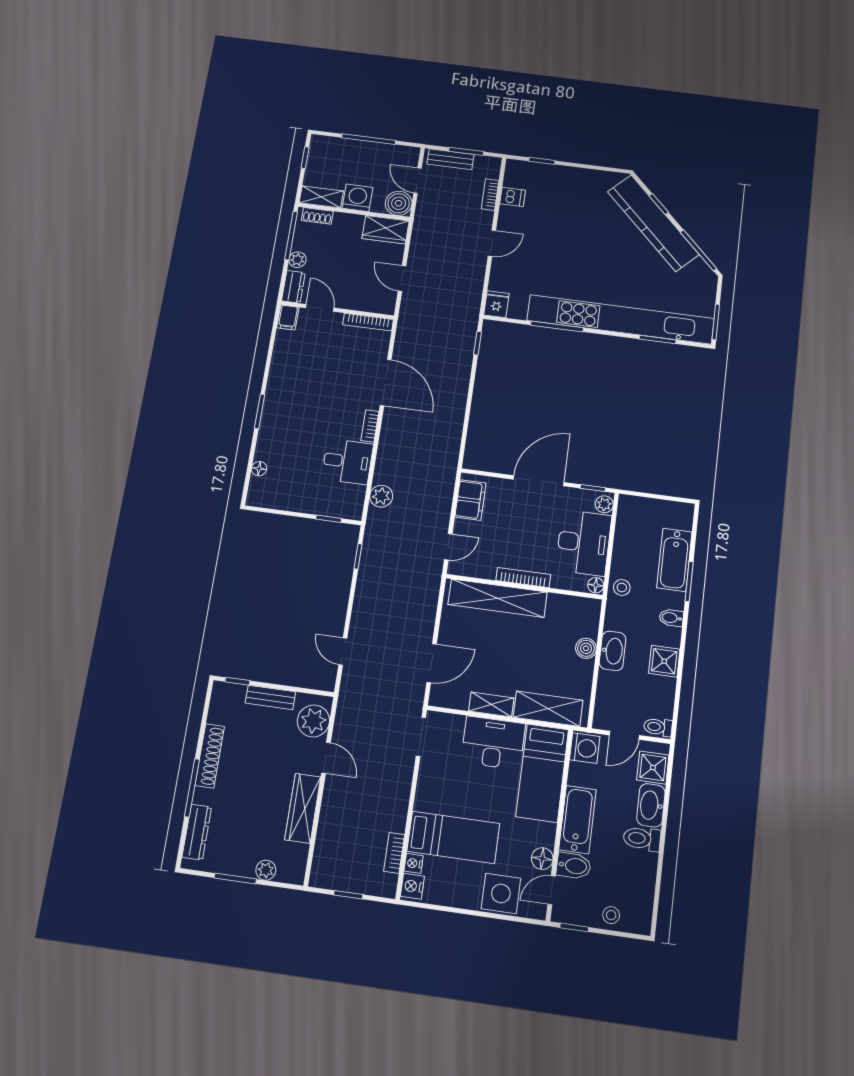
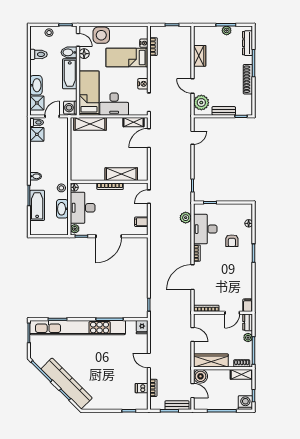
washing machine: (357, 198) -> (245, 403), moved, turned 180
wardrobe: (386, 230) -> (211, 361), width x1.50
door: (492, 243) -> (149, 360), hinge flipped
door: (320, 308) -> (232, 313), hinge flipped
door: (386, 382) -> (192, 277), hinge flipped
armchair: (298, 440) -> (232, 241), added
desk: (347, 462) -> (205, 229), width x1.37
filing cabinet: (470, 500) -> (141, 222), width x0.50
shelving: (498, 598) -> (121, 174), width x0.68
boiler: (586, 648) -> (75, 156), removed
washbasin: (613, 651) -> (62, 209), moved
door: (343, 652) -> (192, 138), hinge flipped
shower: (664, 661) -> (37, 134), moved
shelving: (491, 705) -> (134, 122), moved
wardrobe: (303, 808) -> (200, 56), width x0.67
toilet: (642, 839) -> (39, 54), moved
plant: (266, 870) -> (227, 30), moved
nightstand: (412, 886) -> (143, 84), moved
door: (552, 890) -> (78, 40), hinge flipped

